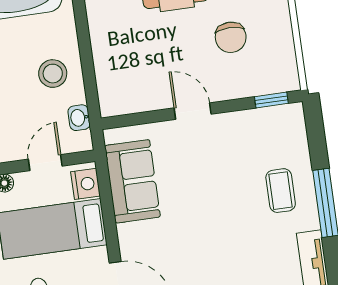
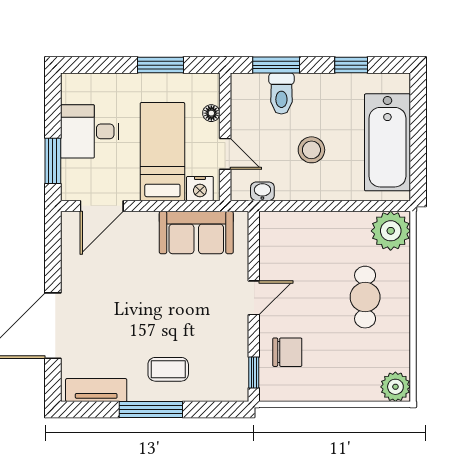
chair: (231, 37) -> (287, 352), moved, turned 180
stool: (53, 74) -> (311, 150), moved

